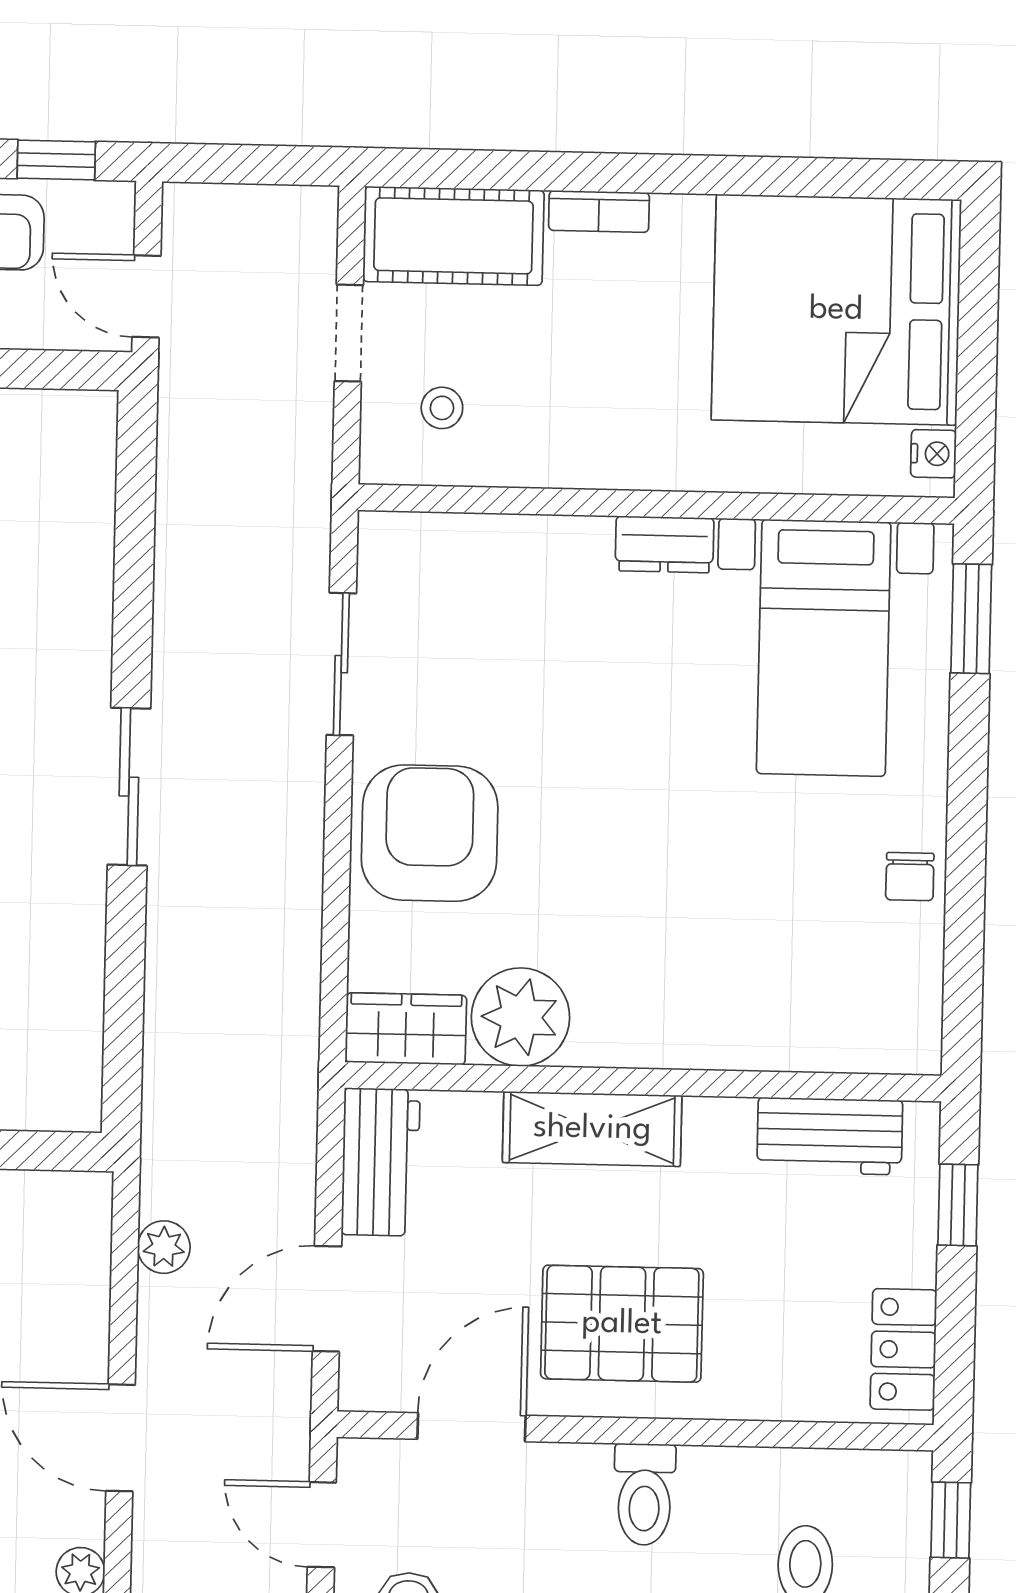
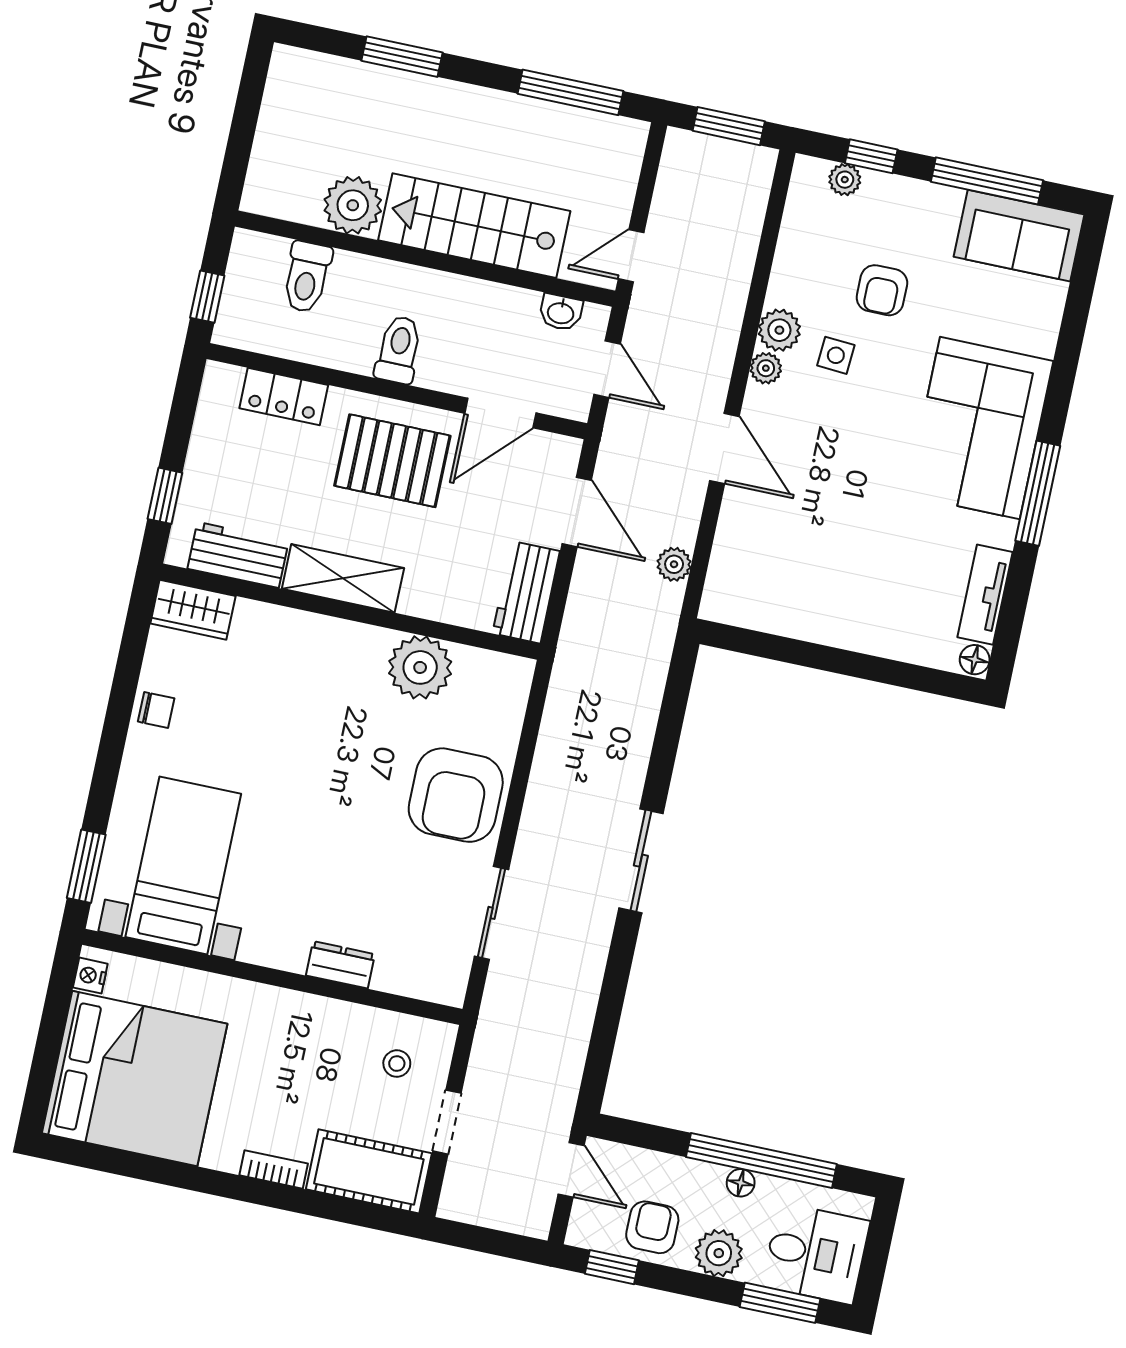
dresser: (665, 544) -> (340, 965), moved
chair: (910, 877) -> (156, 710), turned 90
wardrobe: (406, 1029) -> (193, 610), moved
shelving: (592, 1129) -> (343, 578), moved
door: (327, 1299) -> (577, 512), hinge flipped
locker: (903, 1349) -> (284, 397), moved, turned 90

